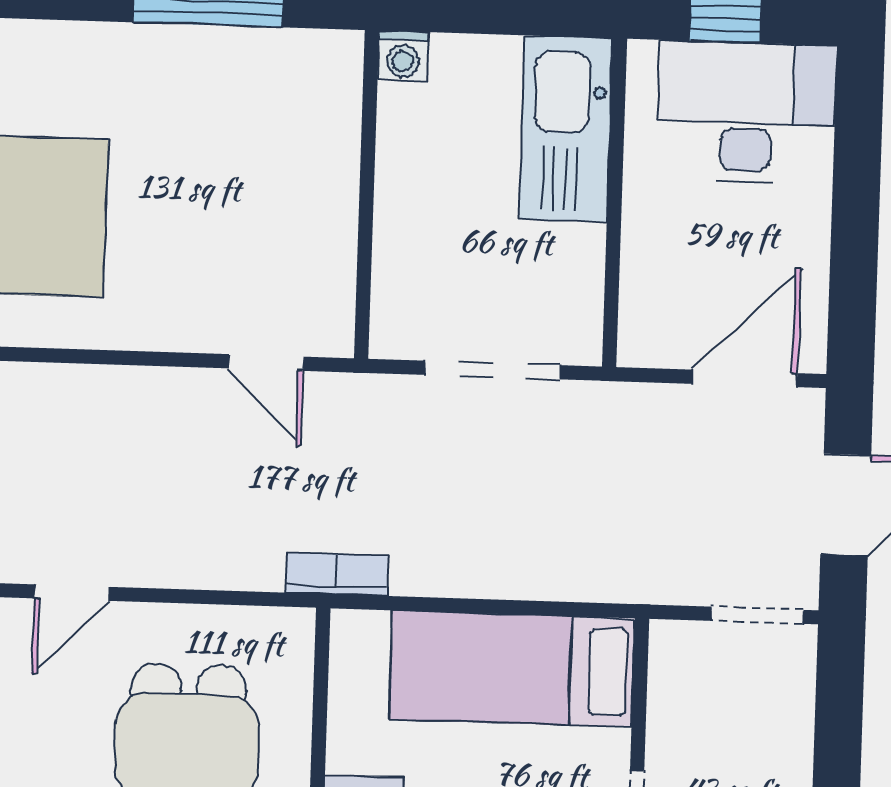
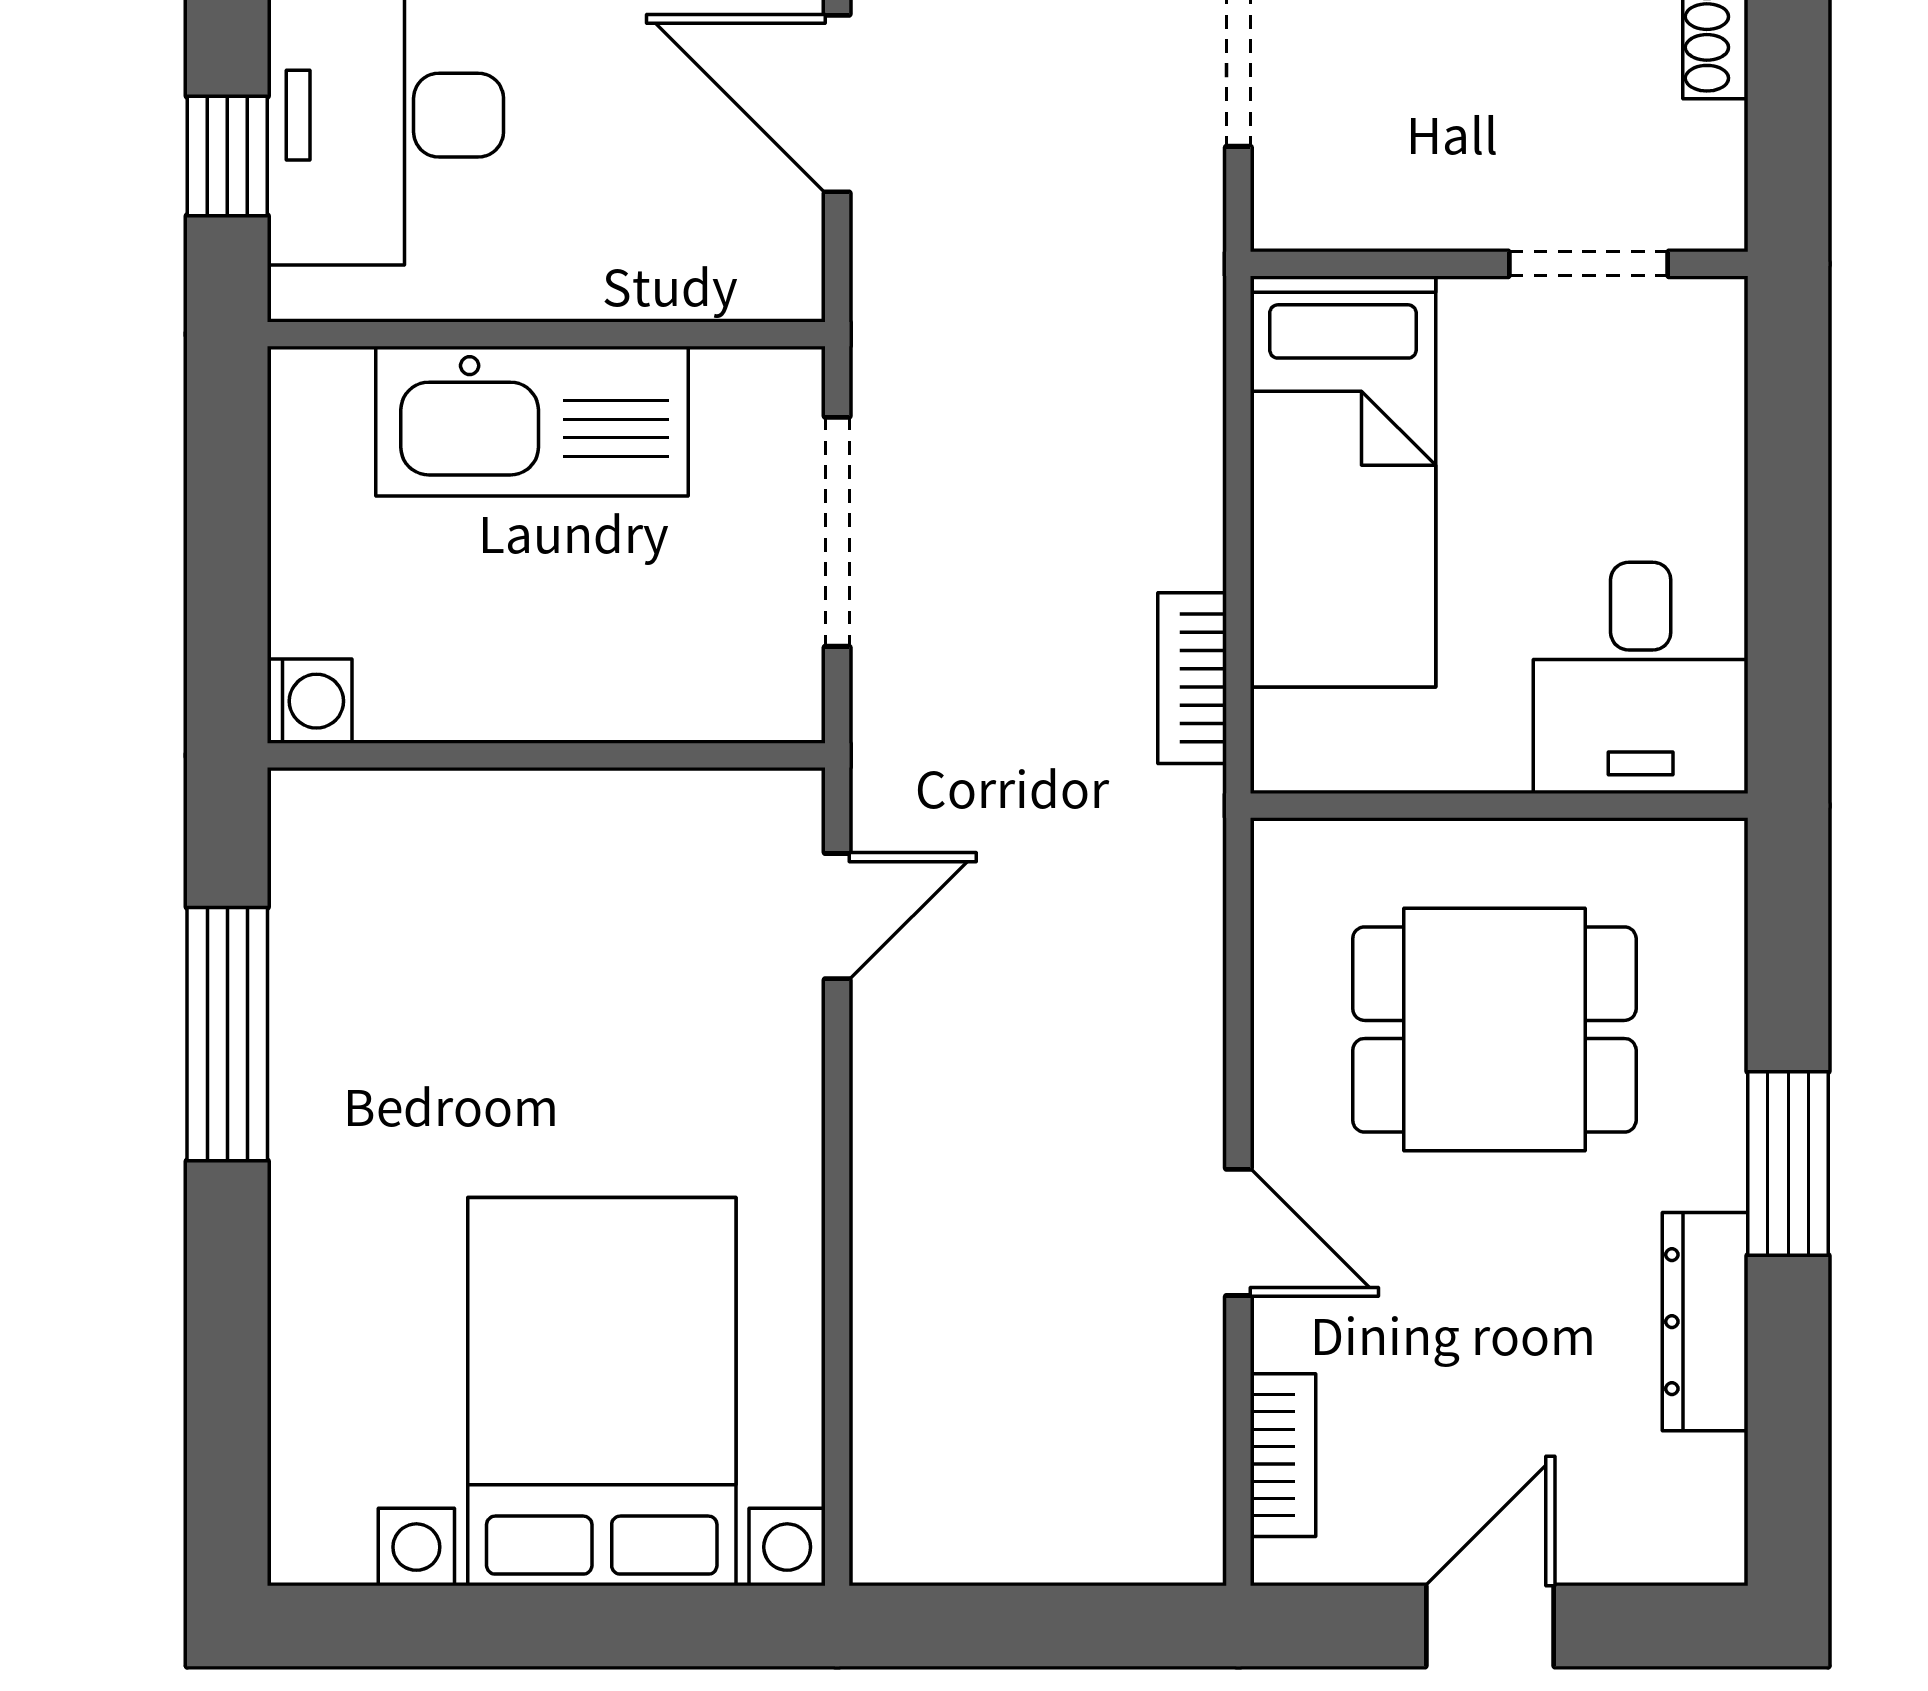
kitchen sink: (566, 129) -> (532, 421), moved
bookcase: (337, 574) -> (1192, 678), moved

